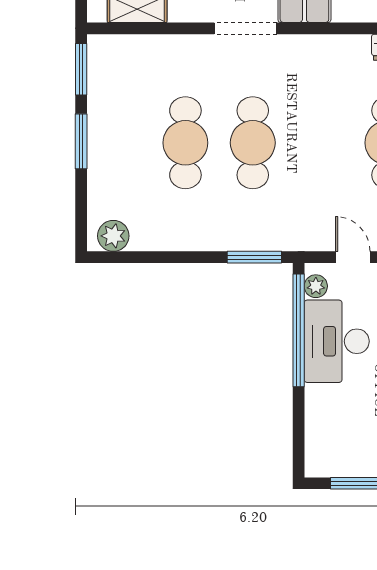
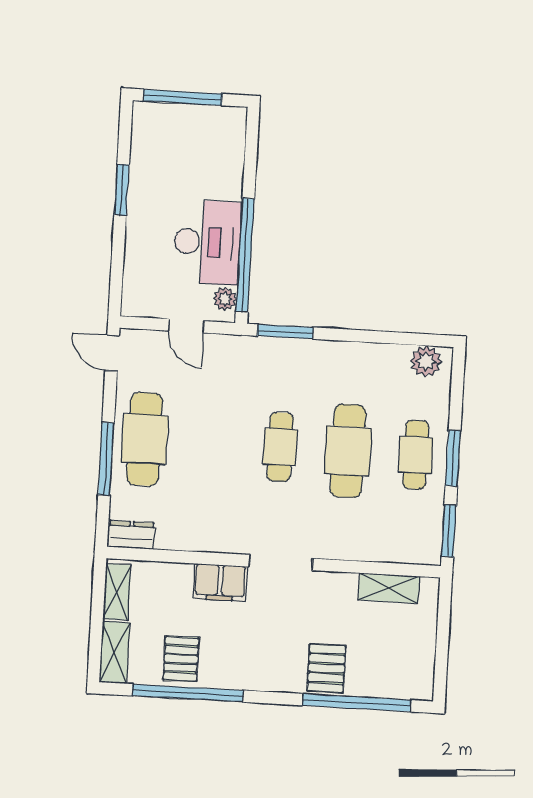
cafe table: (118, 143) -> (416, 455), added
cafe table: (253, 143) -> (280, 447), width x0.73, depth x0.74

